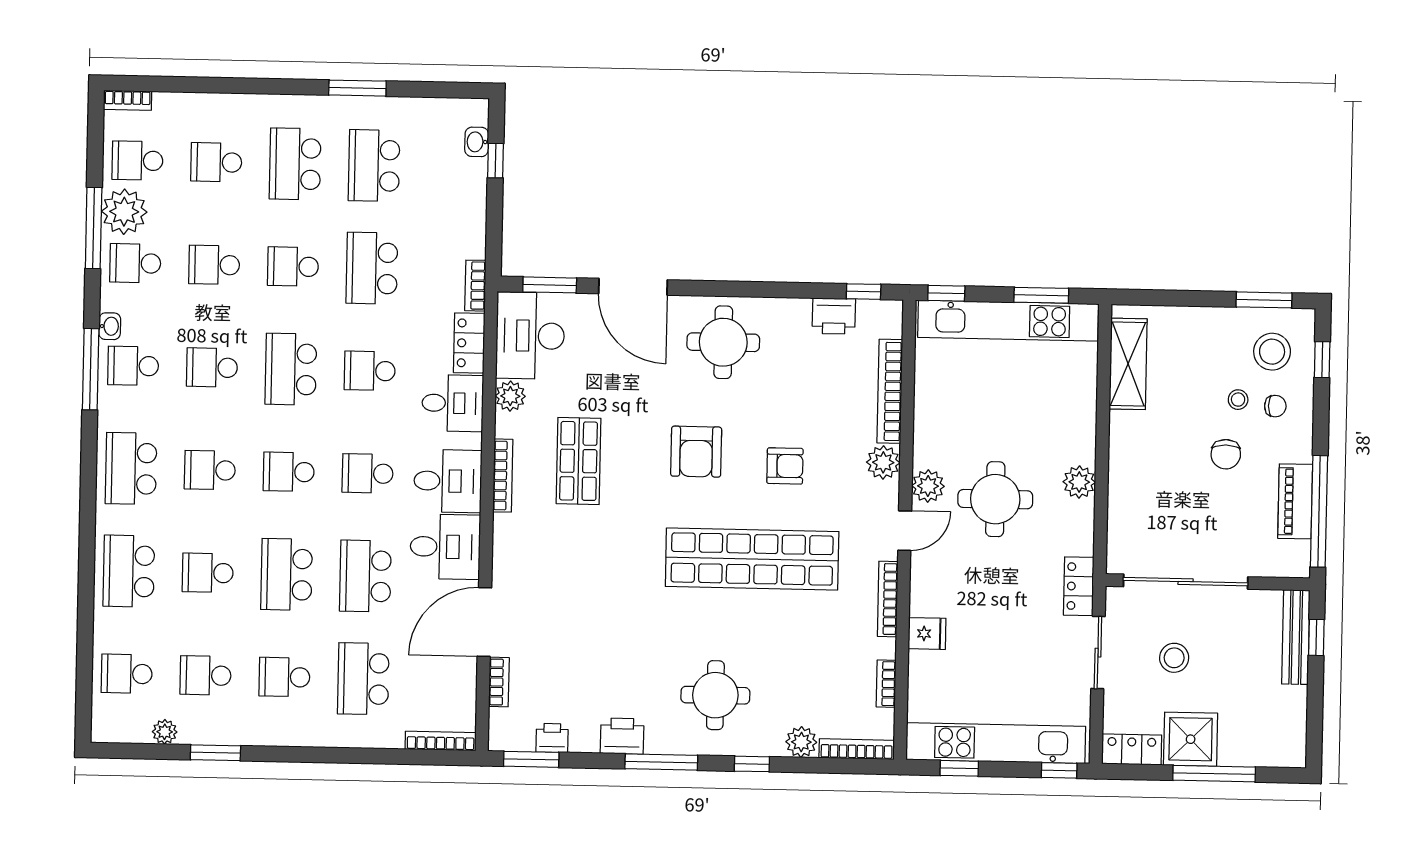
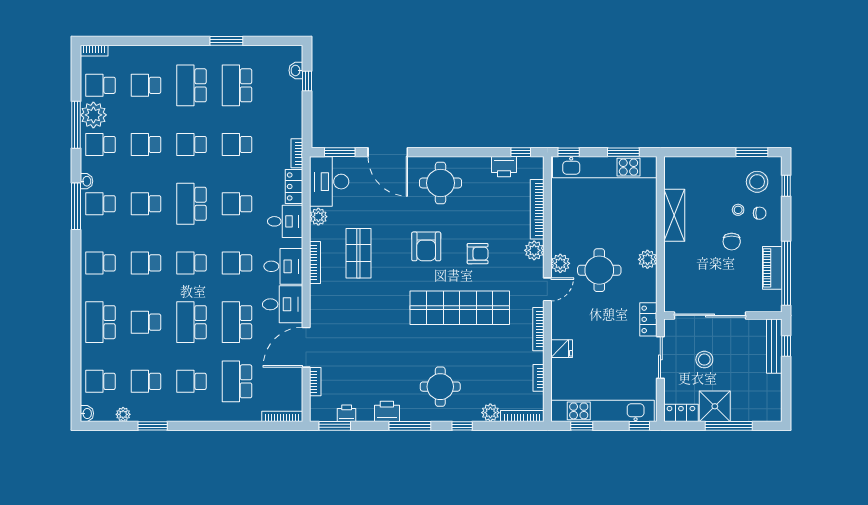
school desk: (372, 268) -> (237, 145), width x0.54
shelving: (1128, 364) -> (674, 215), moved
school desk: (131, 468) -> (100, 263), width x0.54
washbasin: (102, 729) -> (87, 413), added

